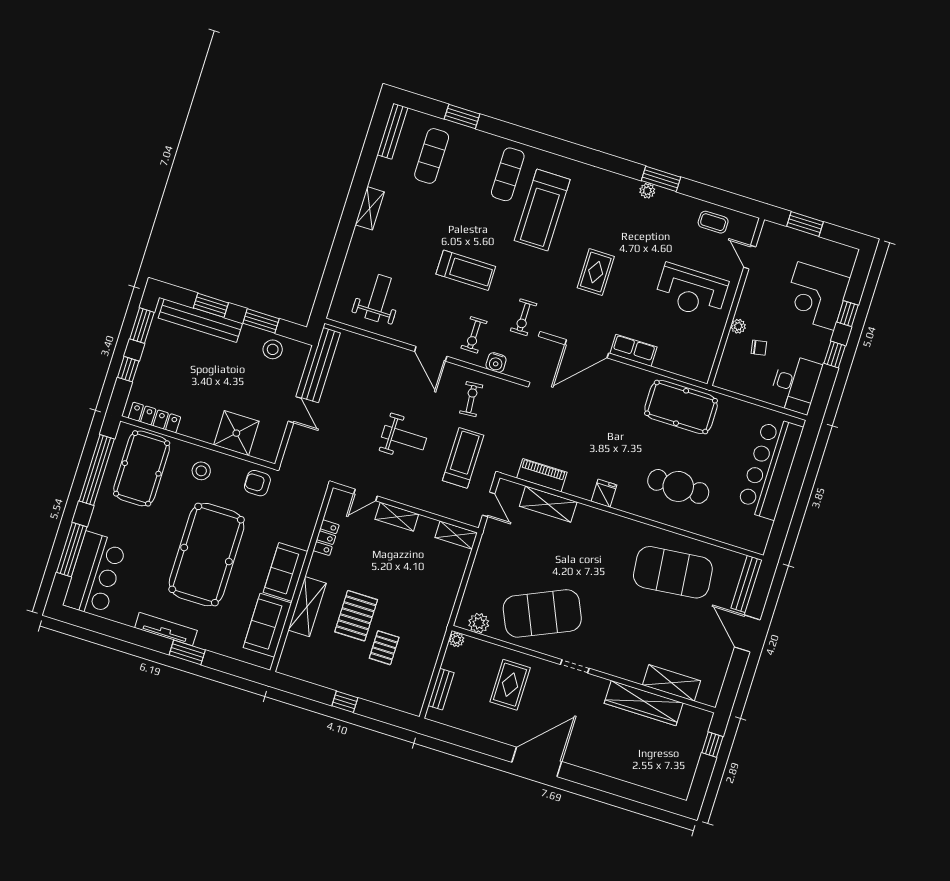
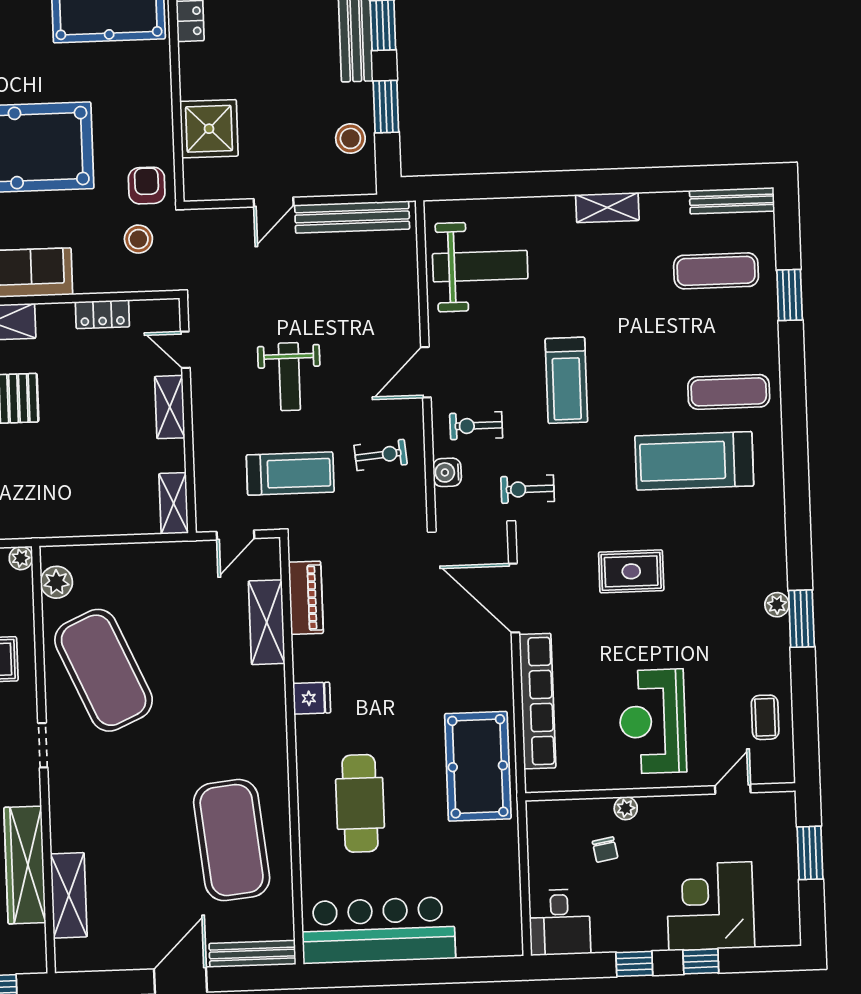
weight bench: (378, 298) -> (480, 266), width x1.36, depth x1.33
row of seats: (633, 350) -> (537, 701), width x2.02
desk: (795, 384) -> (560, 922), width x0.73
bar counter: (770, 468) -> (378, 930), moved
stool: (201, 471) -> (138, 239), moved

